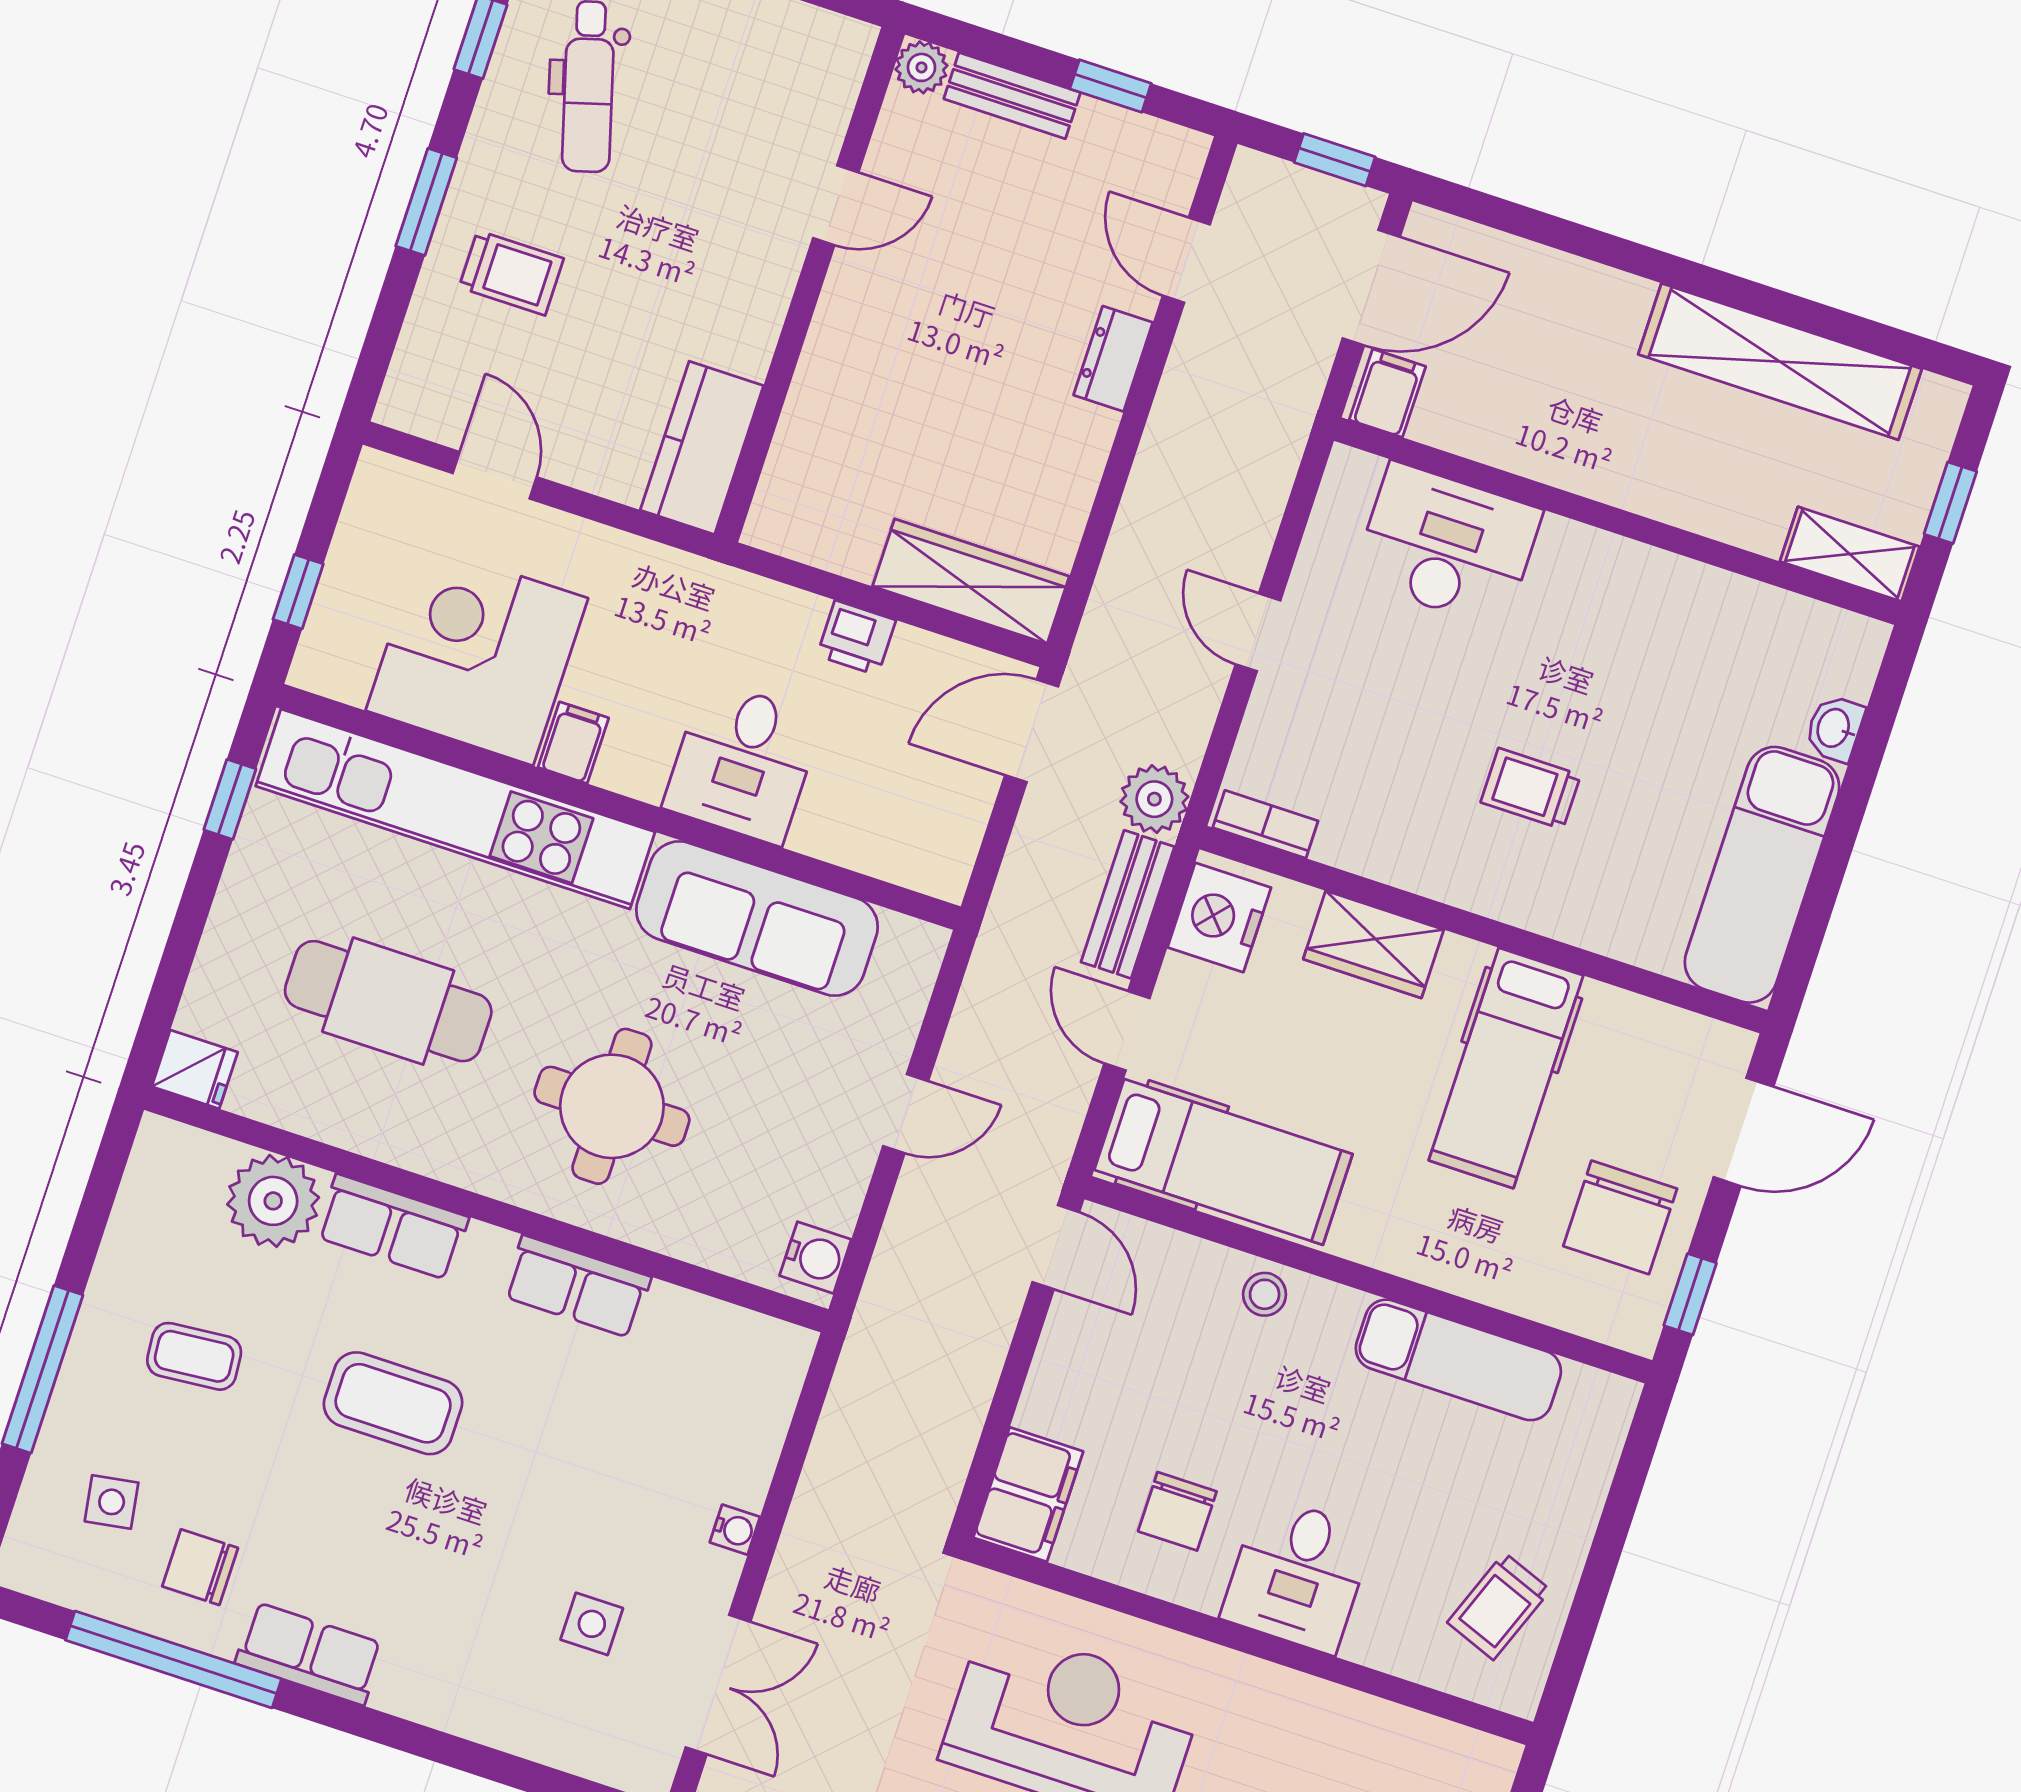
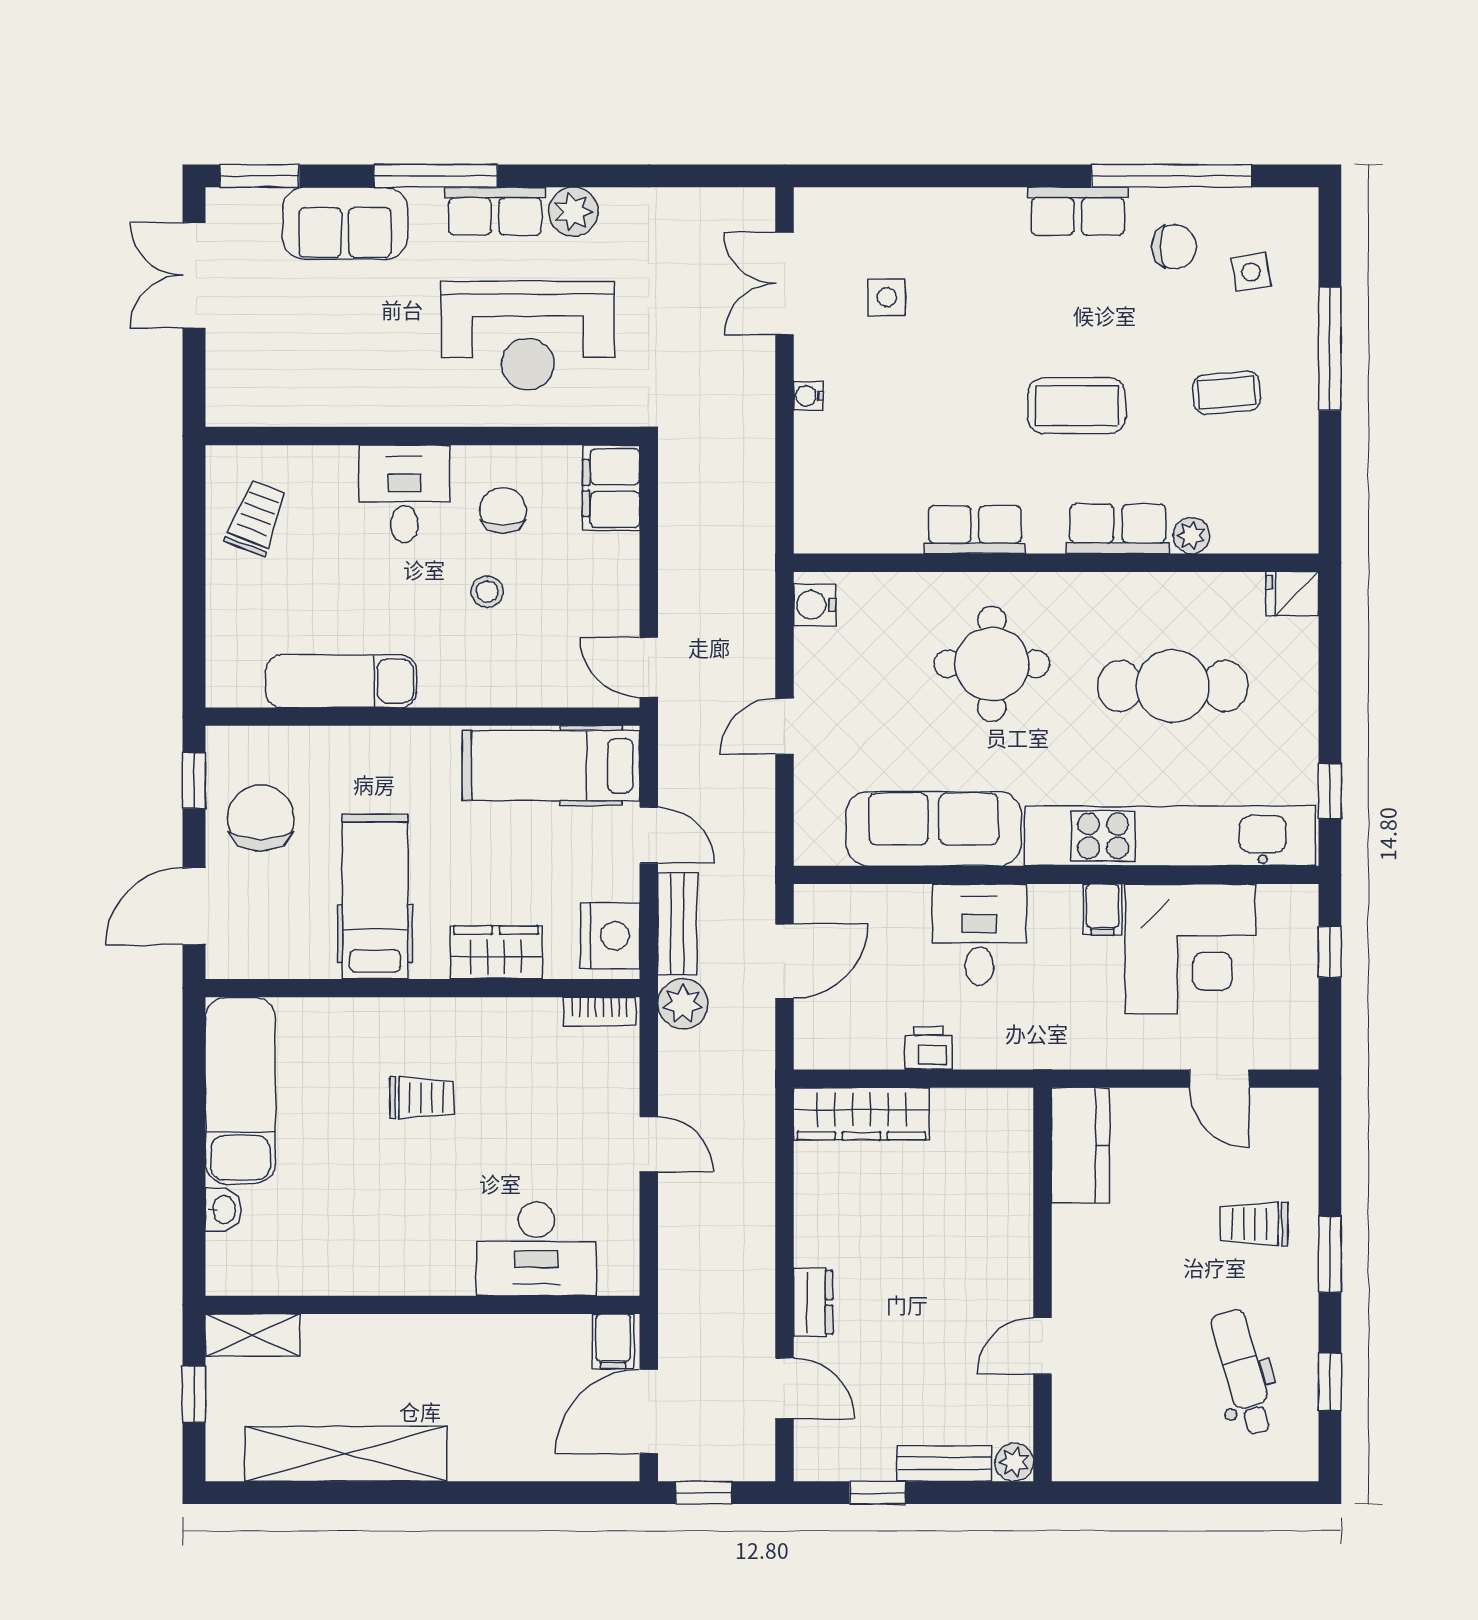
door: (1032, 731) -> (785, 961), moved
plant: (273, 1201) -> (1191, 536), width x0.53, depth x0.53
stool: (1265, 1294) -> (487, 592), moved

